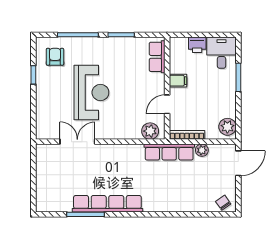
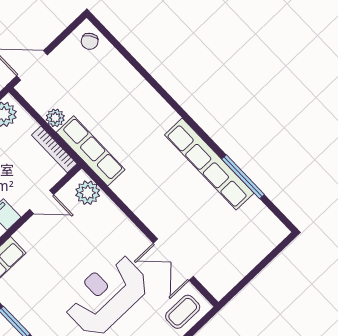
coffee table: (48, 122) -> (183, 312), added

